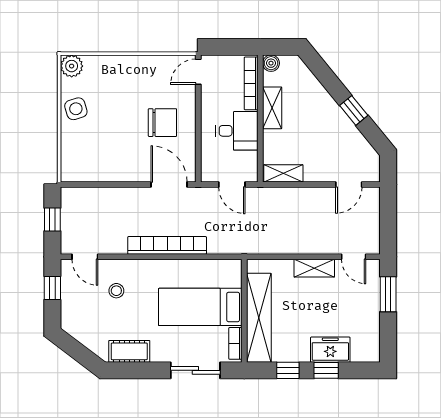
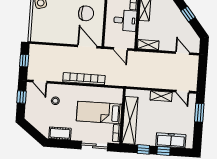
door: (349, 185) -> (182, 53), swing flipped
freezer: (330, 350) -> (171, 140), width x1.40

